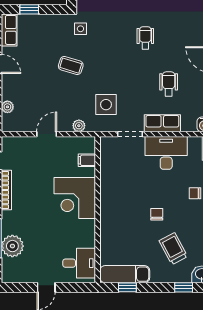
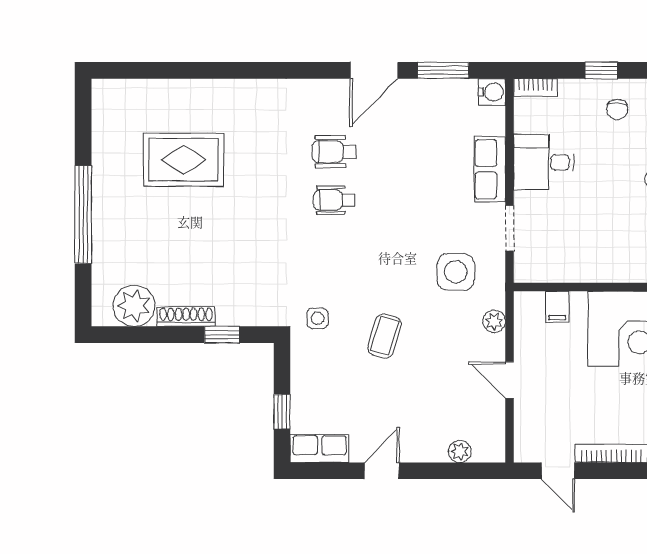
wheelchair: (169, 84) -> (334, 152), moved
desk: (166, 153) -> (544, 162), width x0.73

